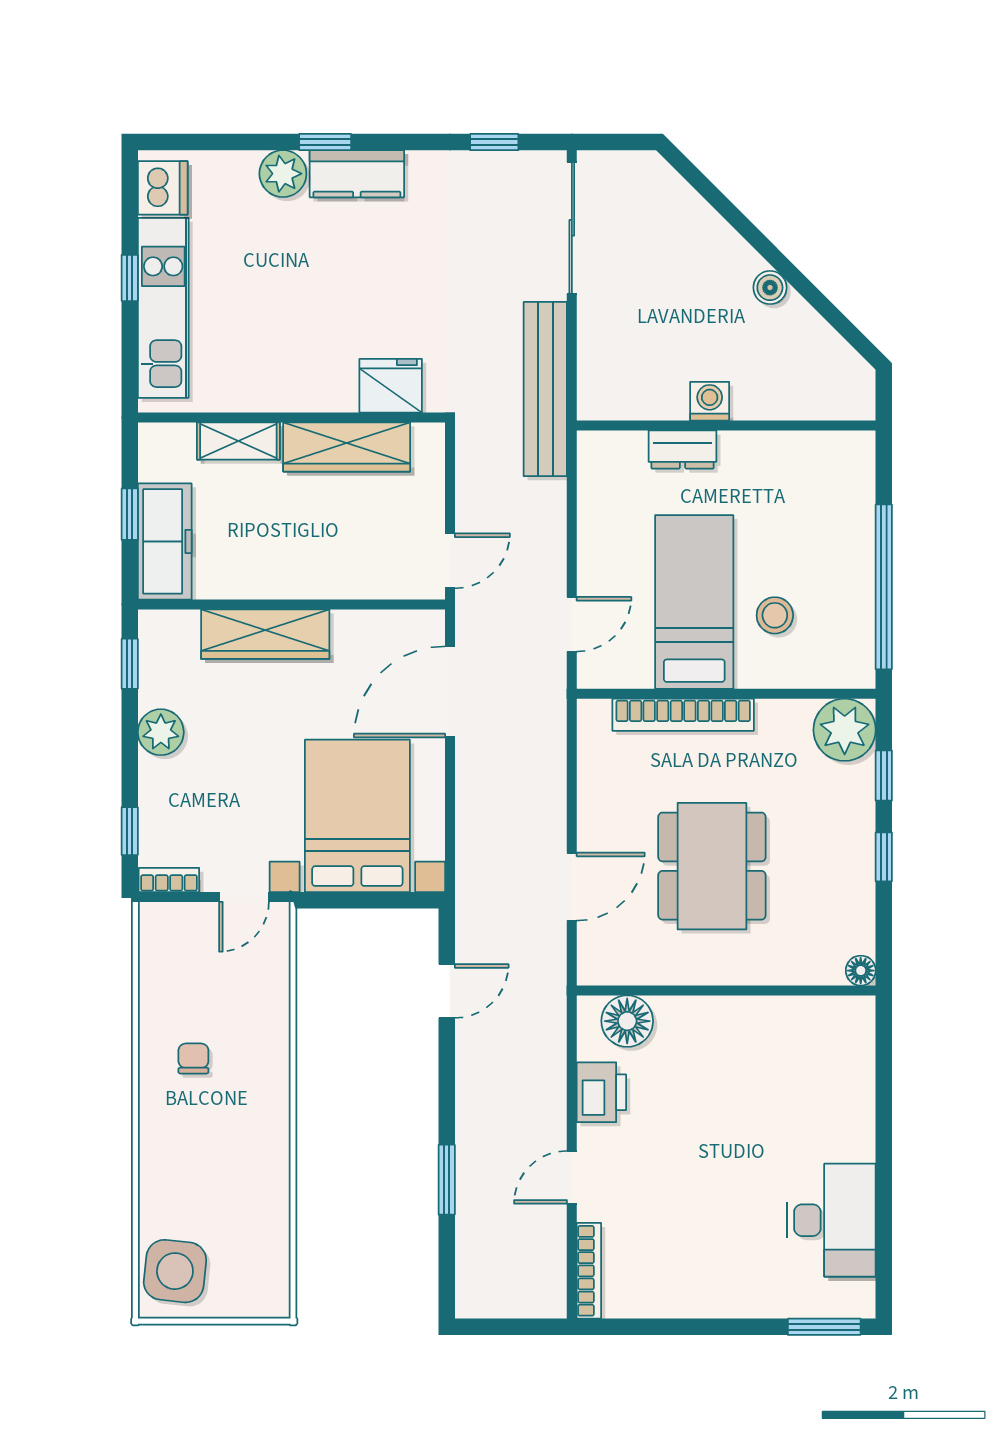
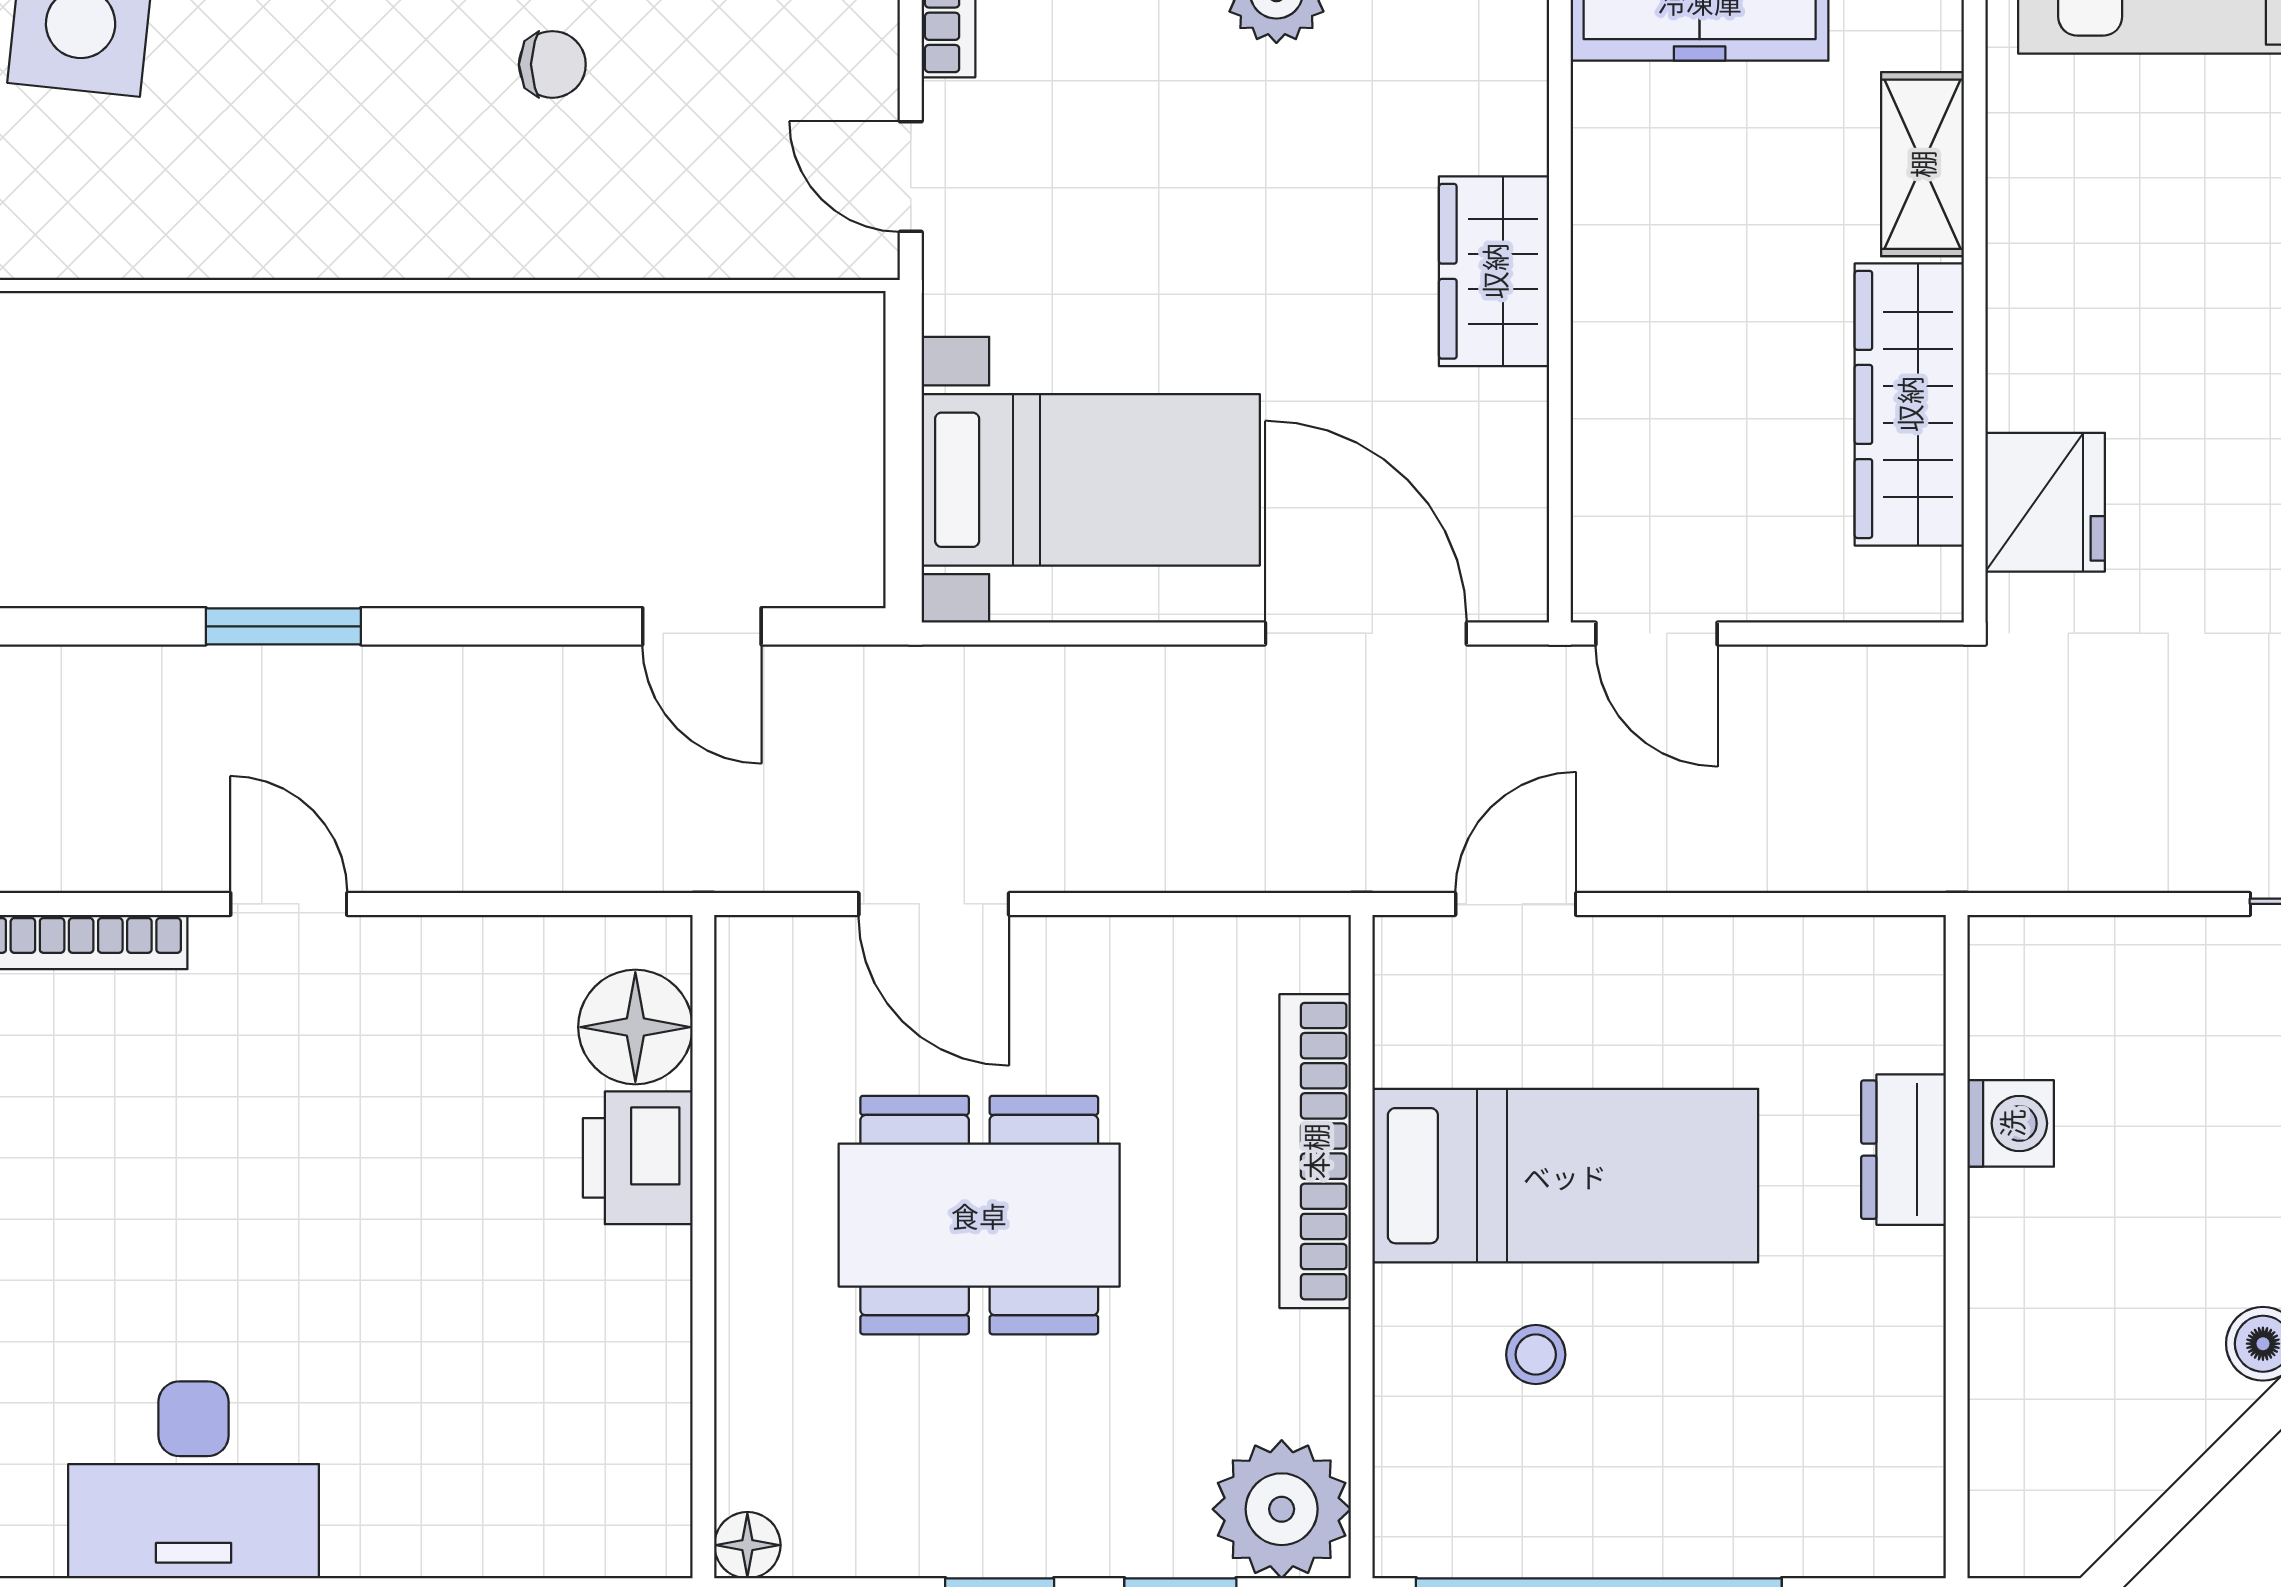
bench: (545, 389) -> (2038, 845), removed
washing machine: (710, 401) -> (2011, 1123), moved
stool: (775, 615) -> (1536, 1355), width x0.73, depth x0.73
door: (572, 624) -> (1516, 904), swing flipped
wardrobe: (265, 634) -> (1494, 271), width x0.67
bed with nightstands: (357, 816) -> (1091, 480), width x0.73
printer: (601, 1092) -> (638, 1158), moved, turned 90

